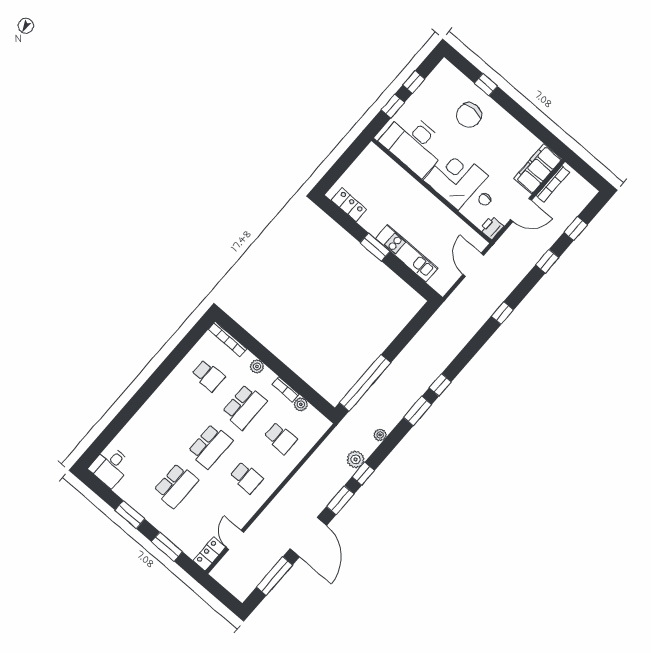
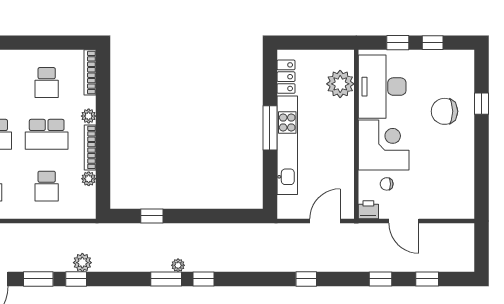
filing cabinet: (538, 169) -> (449, 206), removed
plant: (387, 171) -> (340, 84), added
bookcase: (553, 184) -> (448, 229), removed
window: (375, 247) -> (270, 128), width x1.44
kitchen unit: (407, 253) -> (287, 145), width x1.36
window: (365, 383) -> (152, 216), width x0.32
bookcase: (286, 389) -> (90, 147), width x1.56
plant: (380, 435) -> (178, 265), moved

